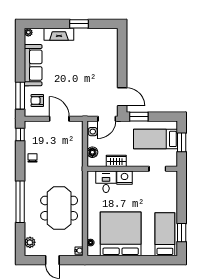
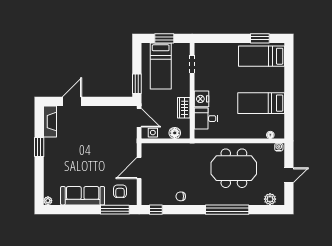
fireplace: (59, 34) -> (50, 122), moved
door: (122, 97) -> (72, 101), moved
bed: (121, 234) -> (261, 103), width x0.49

